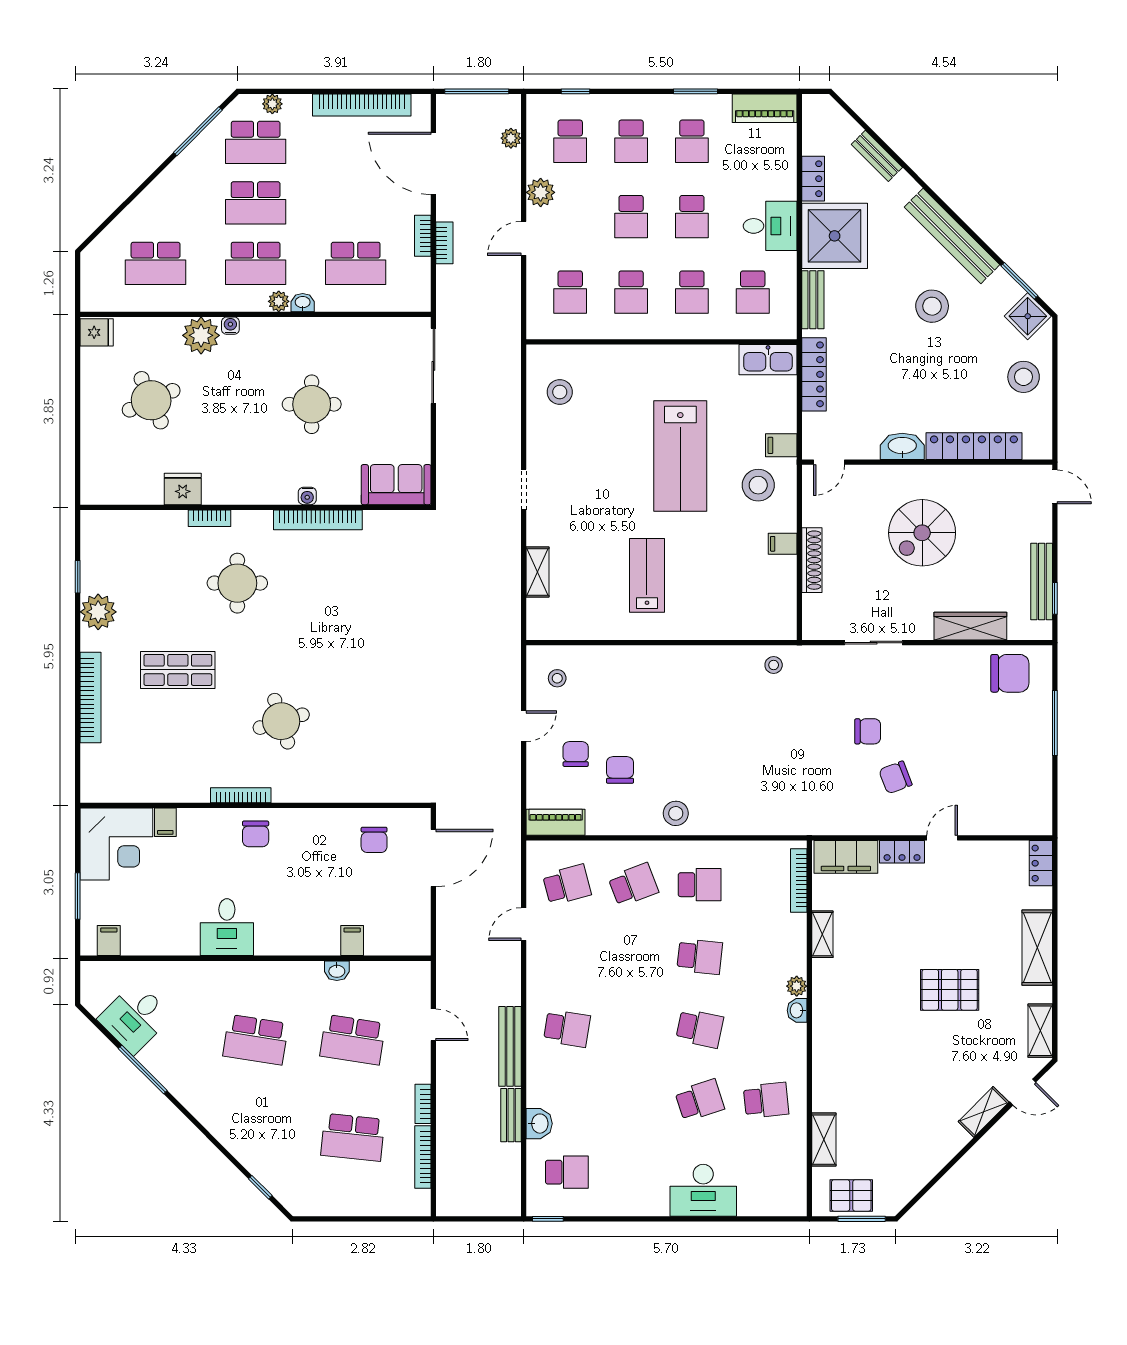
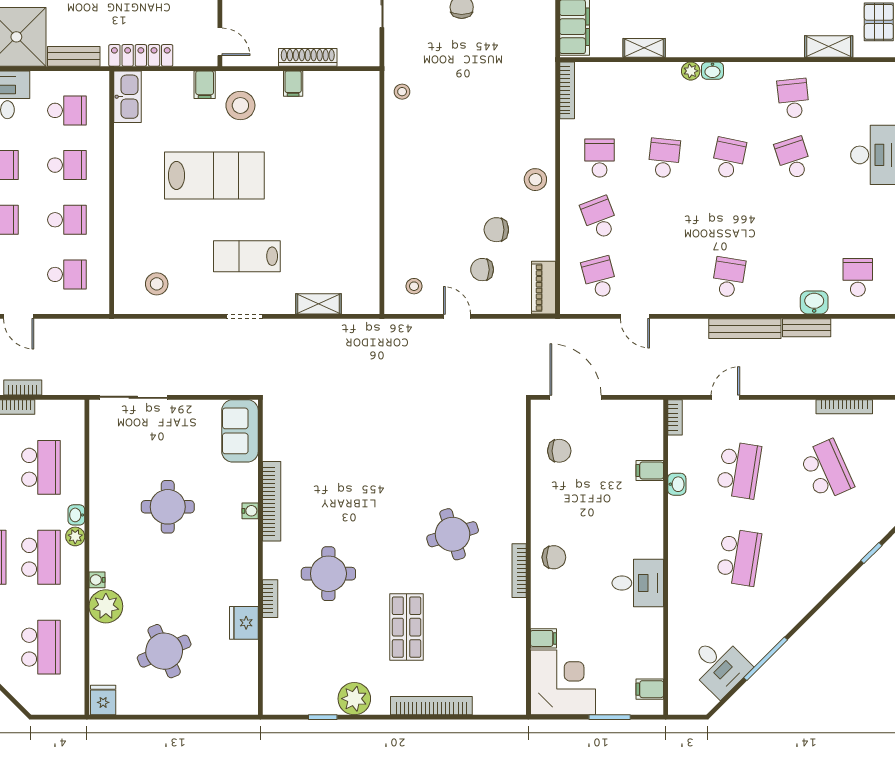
lab bench: (647, 575) -> (247, 256), moved
bookcase: (799, 880) -> (567, 90), moved, turned -90
bookcase: (423, 1104) -> (675, 417), moved, turned -90
school desk: (353, 1137) -> (827, 470), turned -30

